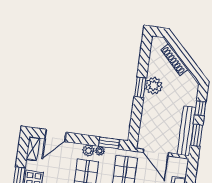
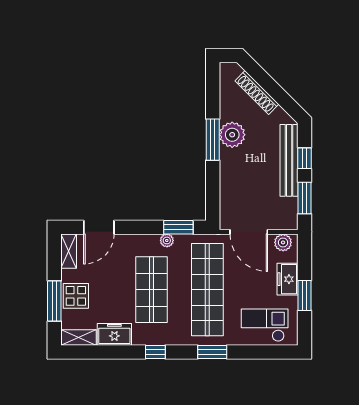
window: (140, 87) -> (213, 140), width x1.44
bench: (187, 131) -> (289, 160), moved
plant: (88, 151) -> (283, 242), moved

